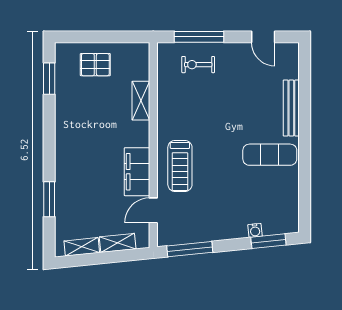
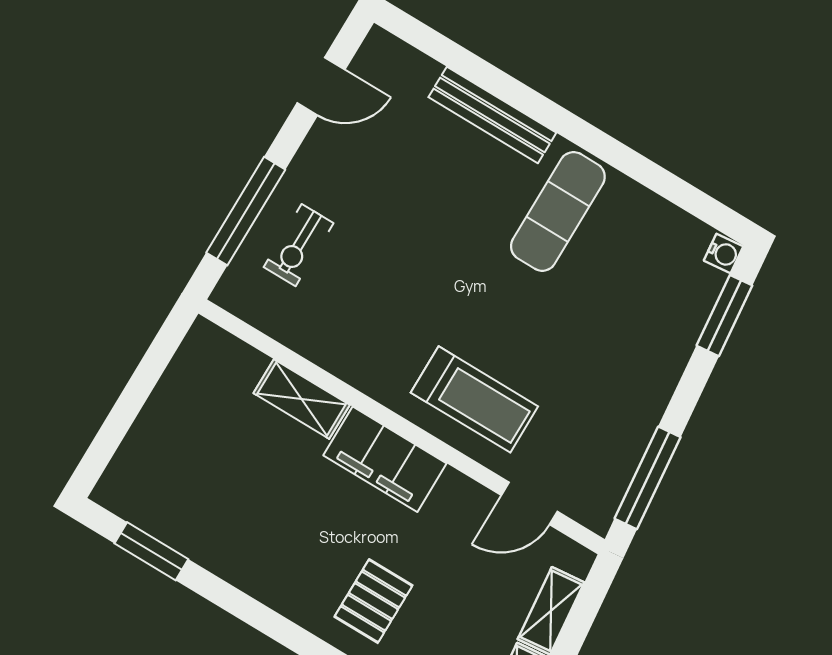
pallet: (95, 65) -> (373, 601), moved
filing cabinet: (137, 172) -> (385, 459), moved
door: (153, 210) -> (529, 503), hinge flipped
water cooler: (255, 230) -> (724, 253), moved

